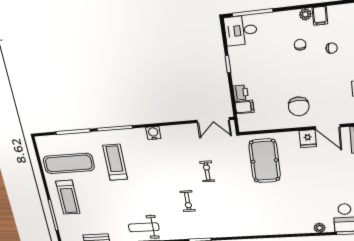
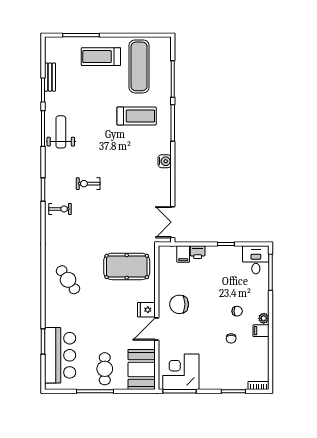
exercise bike: (207, 171) -> (60, 209), moved
cafe table: (285, 214) -> (68, 280), added
plant: (320, 228) -> (50, 313), removed

